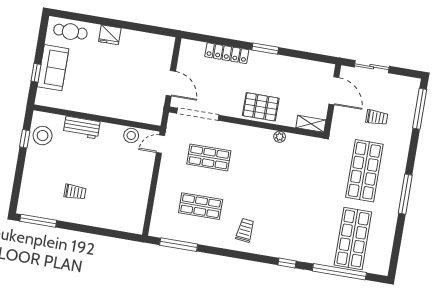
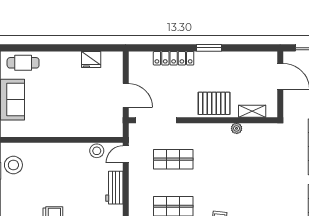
fridge: (110, 35) -> (91, 60), moved
shelving: (311, 124) -> (252, 111), moved
workbench: (82, 127) -> (114, 188), moved, turned 90

